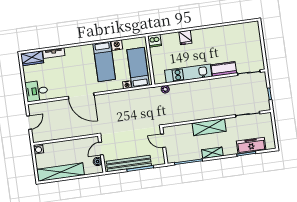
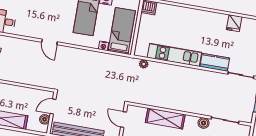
fridge: (185, 37) -> (234, 23), moved
door: (81, 96) -> (49, 42), width x0.53
boiler: (231, 122) -> (204, 123), added
shelving: (209, 127) -> (165, 119), moved

